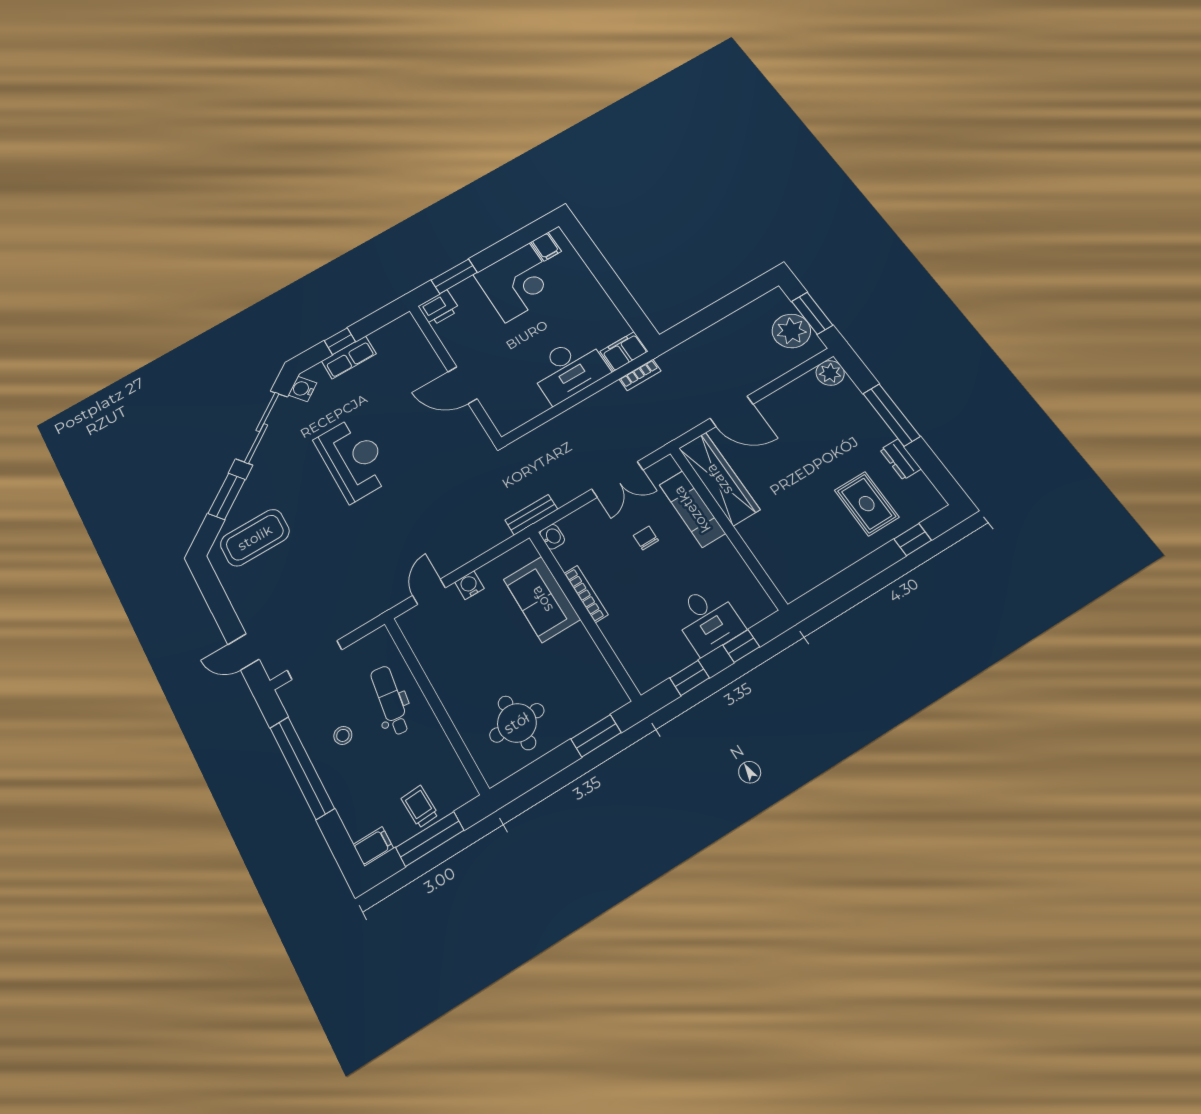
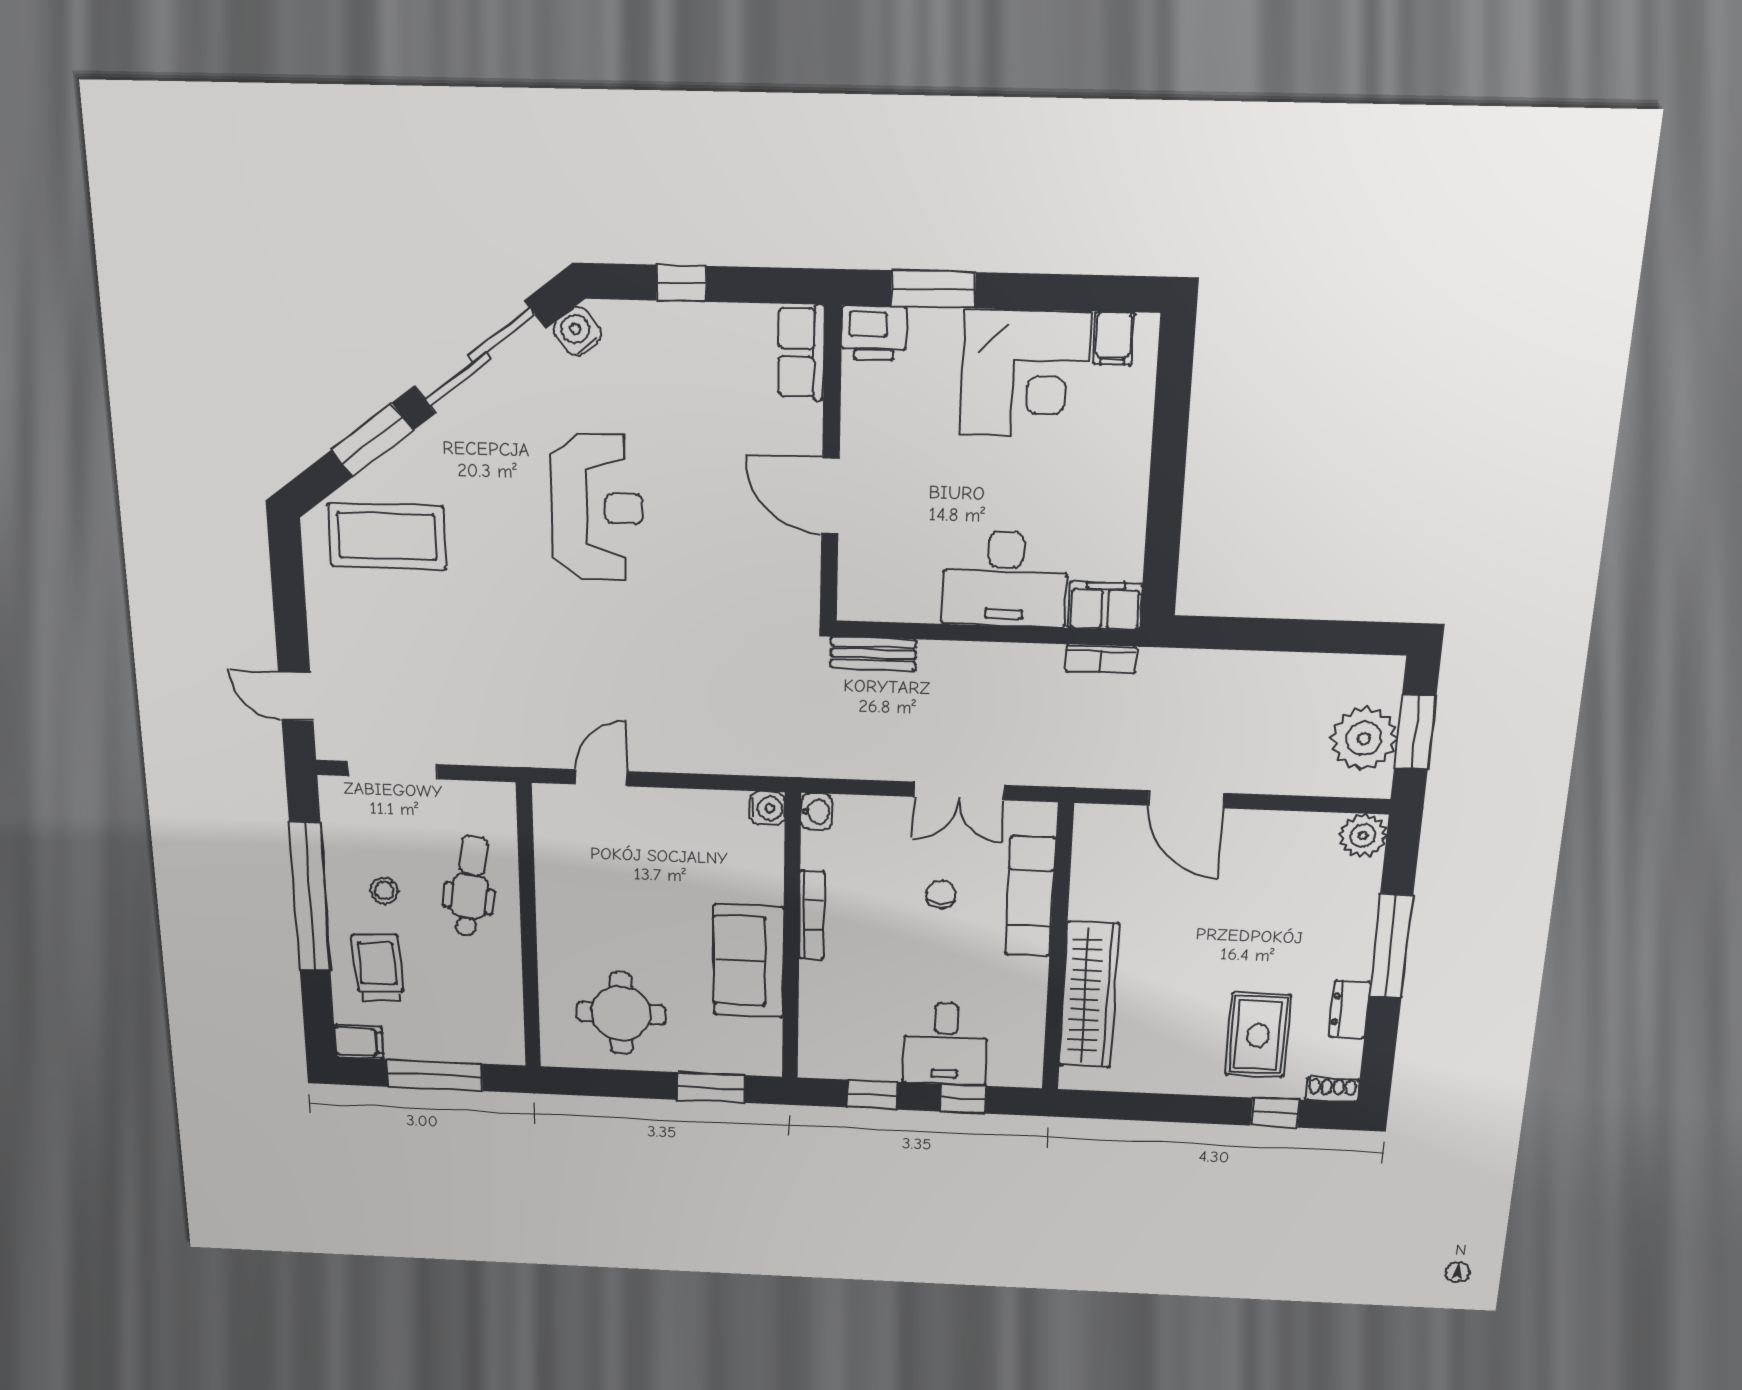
row of seats: (349, 357) -> (801, 353), moved, turned 90
wardrobe: (719, 479) -> (1089, 995), moved
shoe rack: (931, 507) -> (1332, 1090), added
bench: (531, 515) -> (873, 654), moved
water cooler: (469, 585) -> (767, 808), moved, turned 90
sofa: (542, 599) -> (749, 961), moved
trolley: (420, 807) -> (378, 968), moved, width x1.36, depth x1.39

